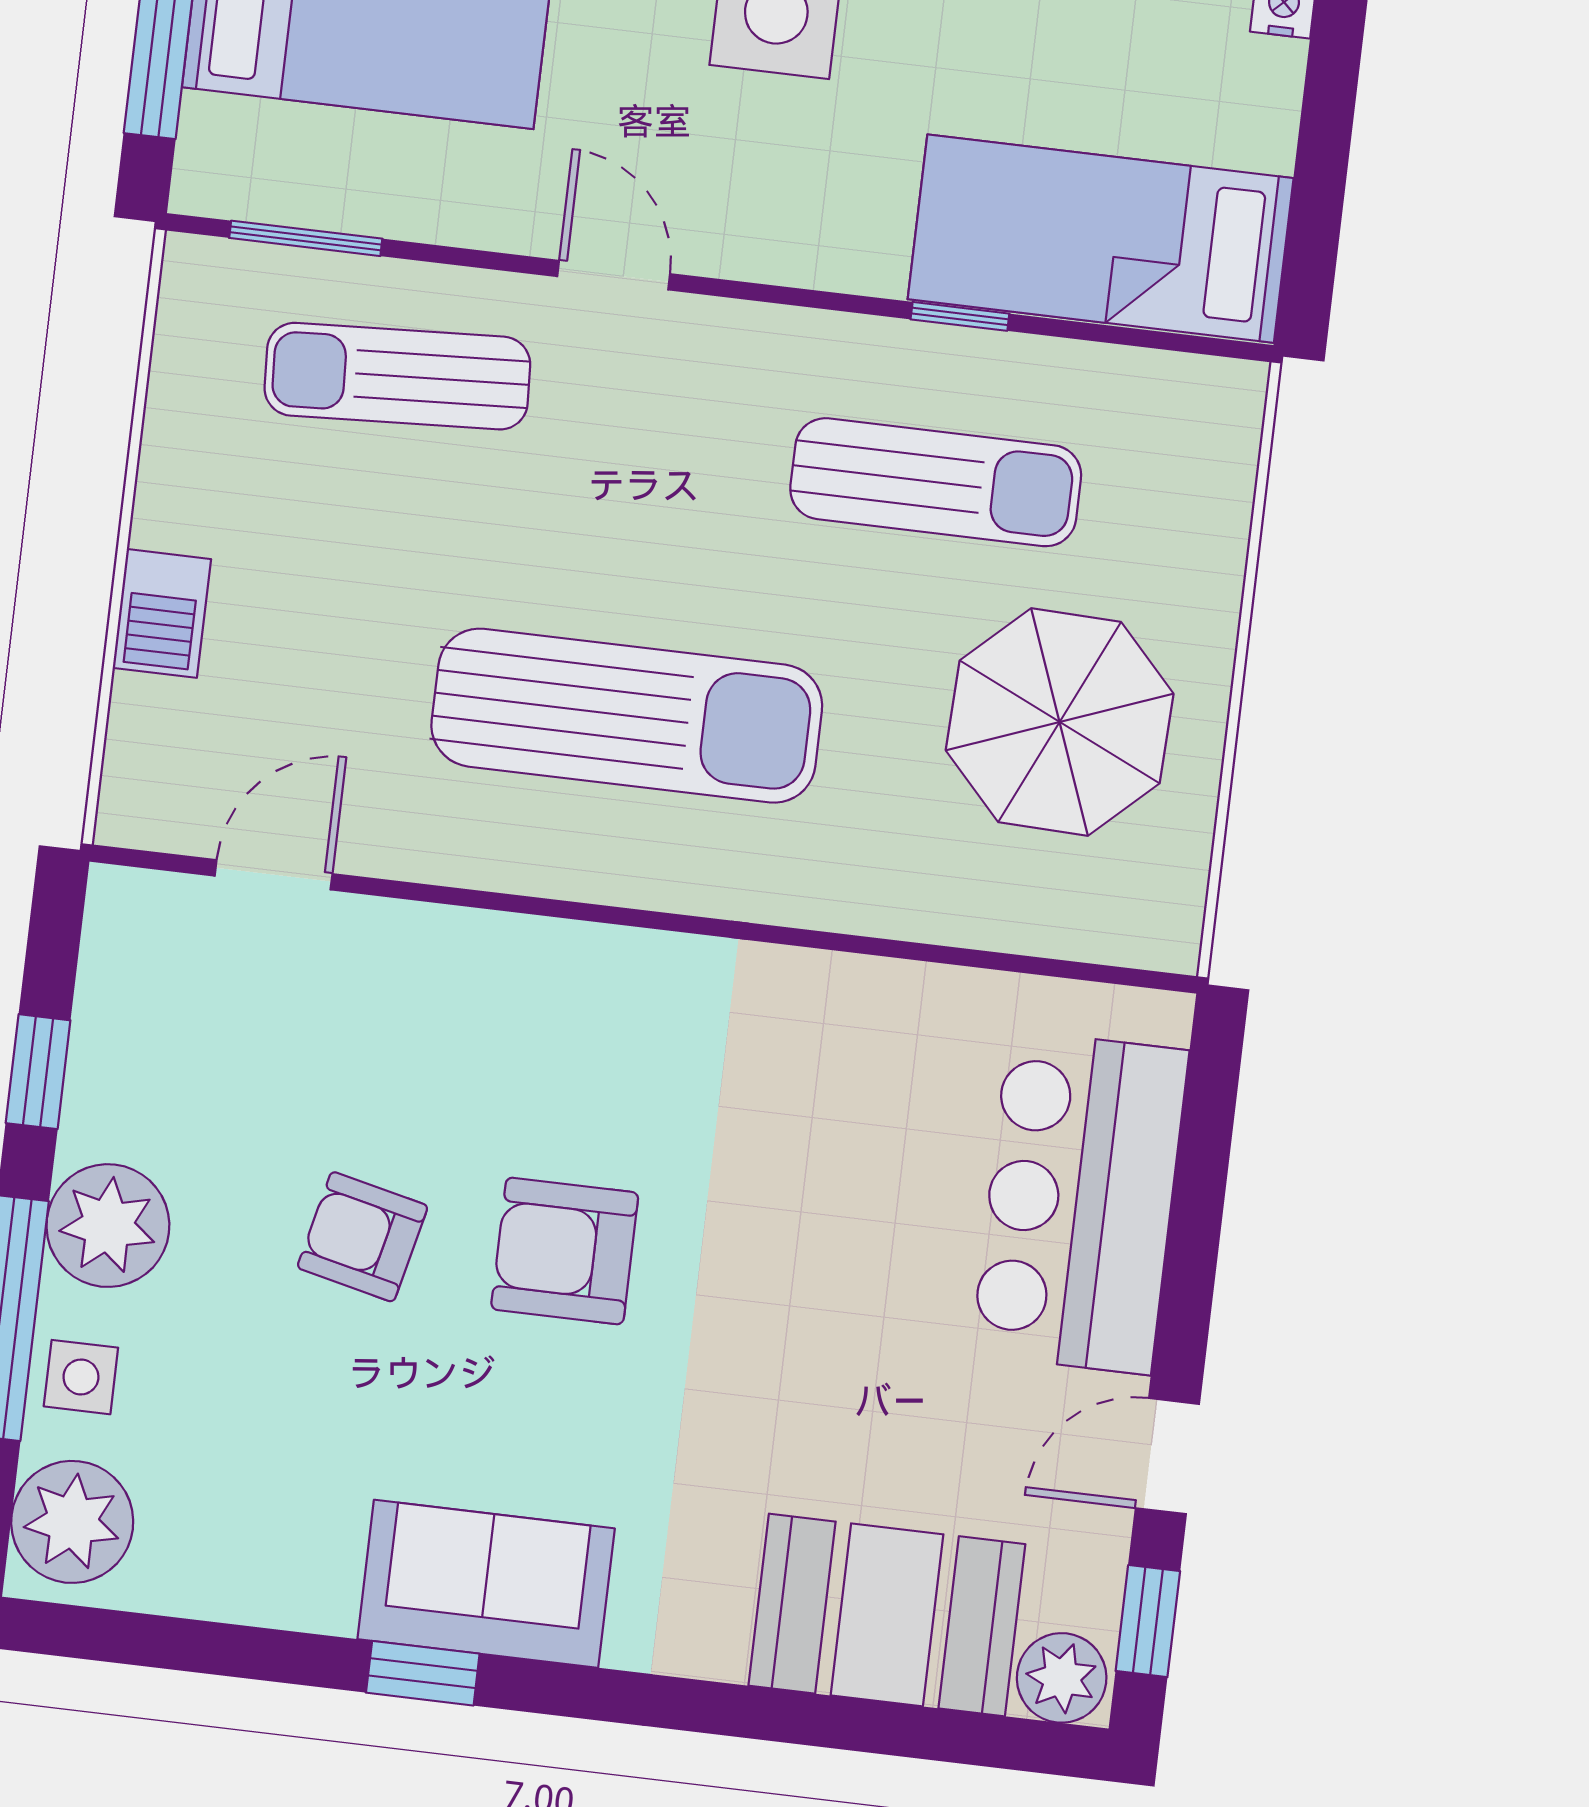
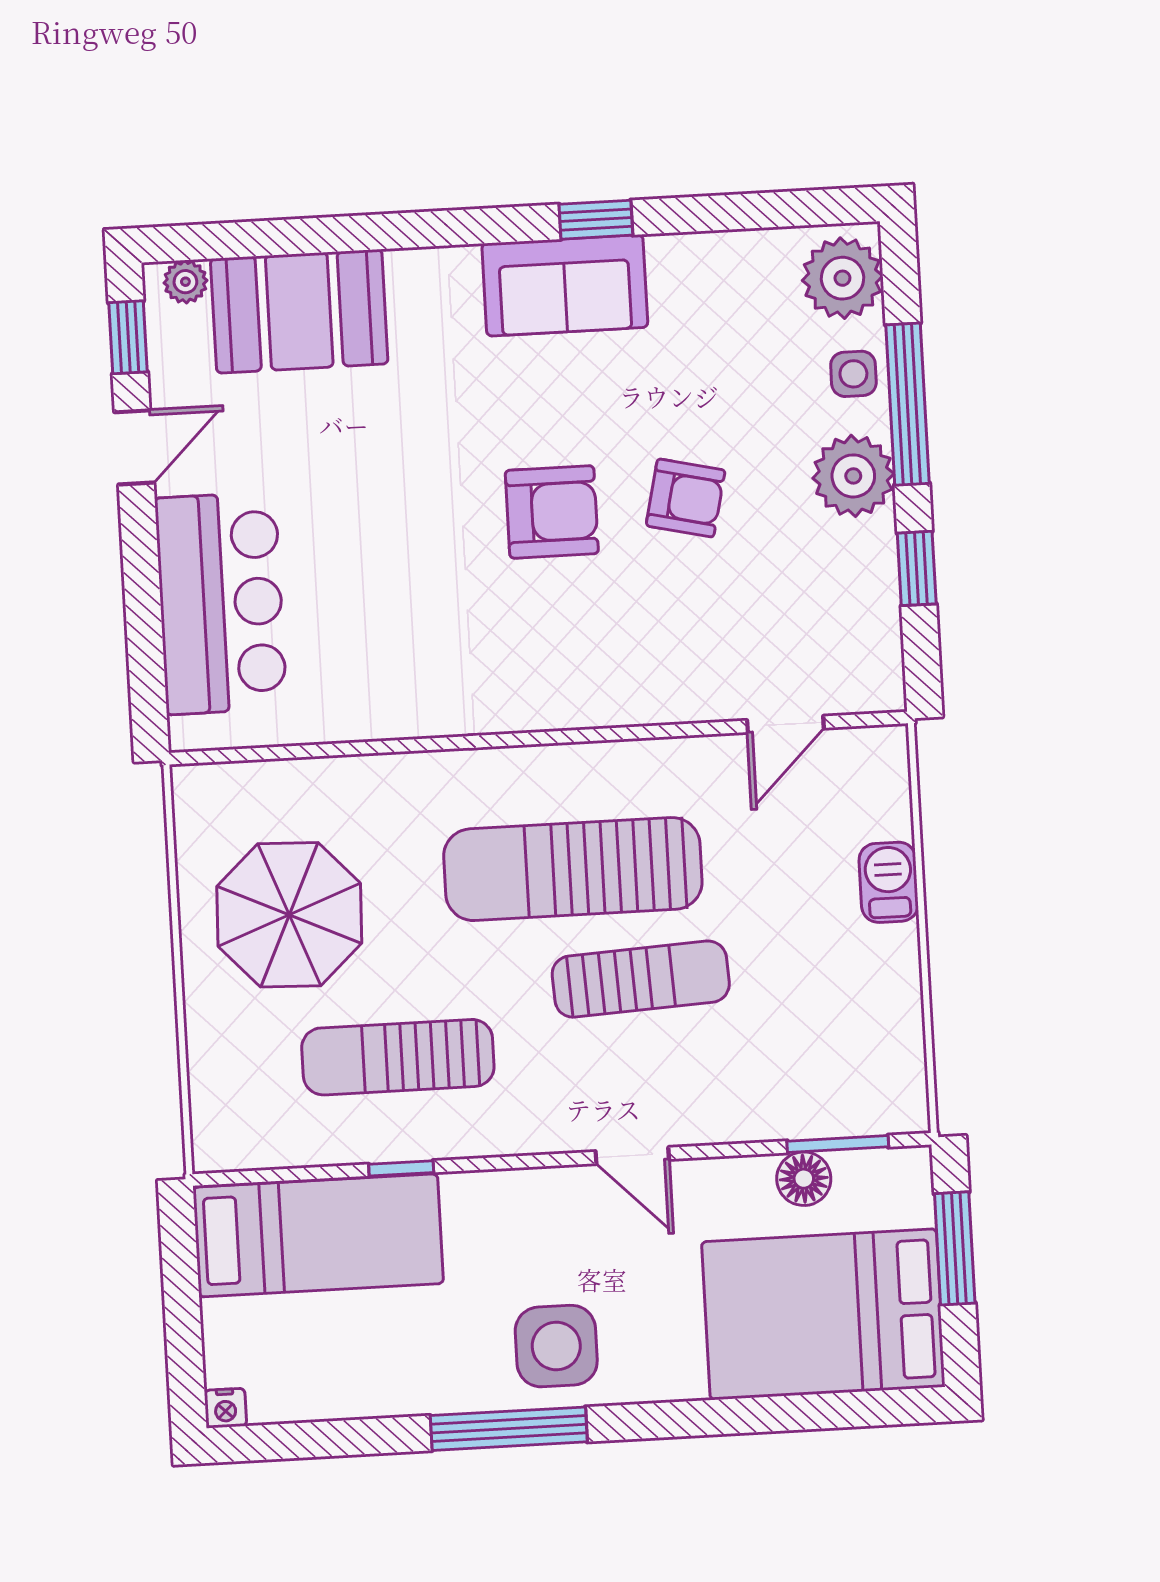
floor lamp: (365, 196) -> (804, 1179), added
sun lounger: (397, 376) -> (641, 979), moved
plant: (1062, 1678) -> (185, 282), width x0.73, depth x0.73

